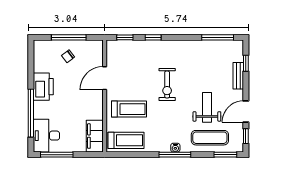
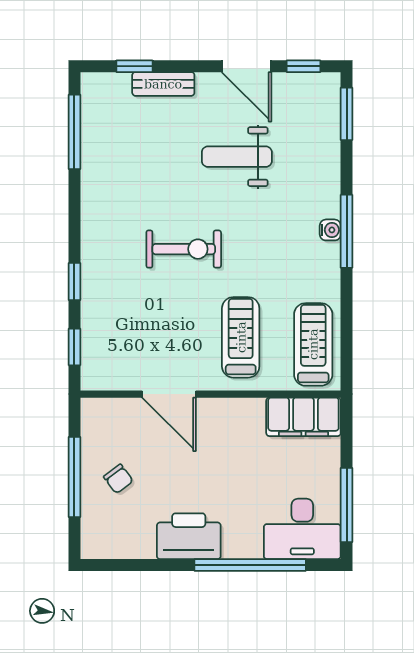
exercise mat: (210, 138) -> (307, 150), removed

